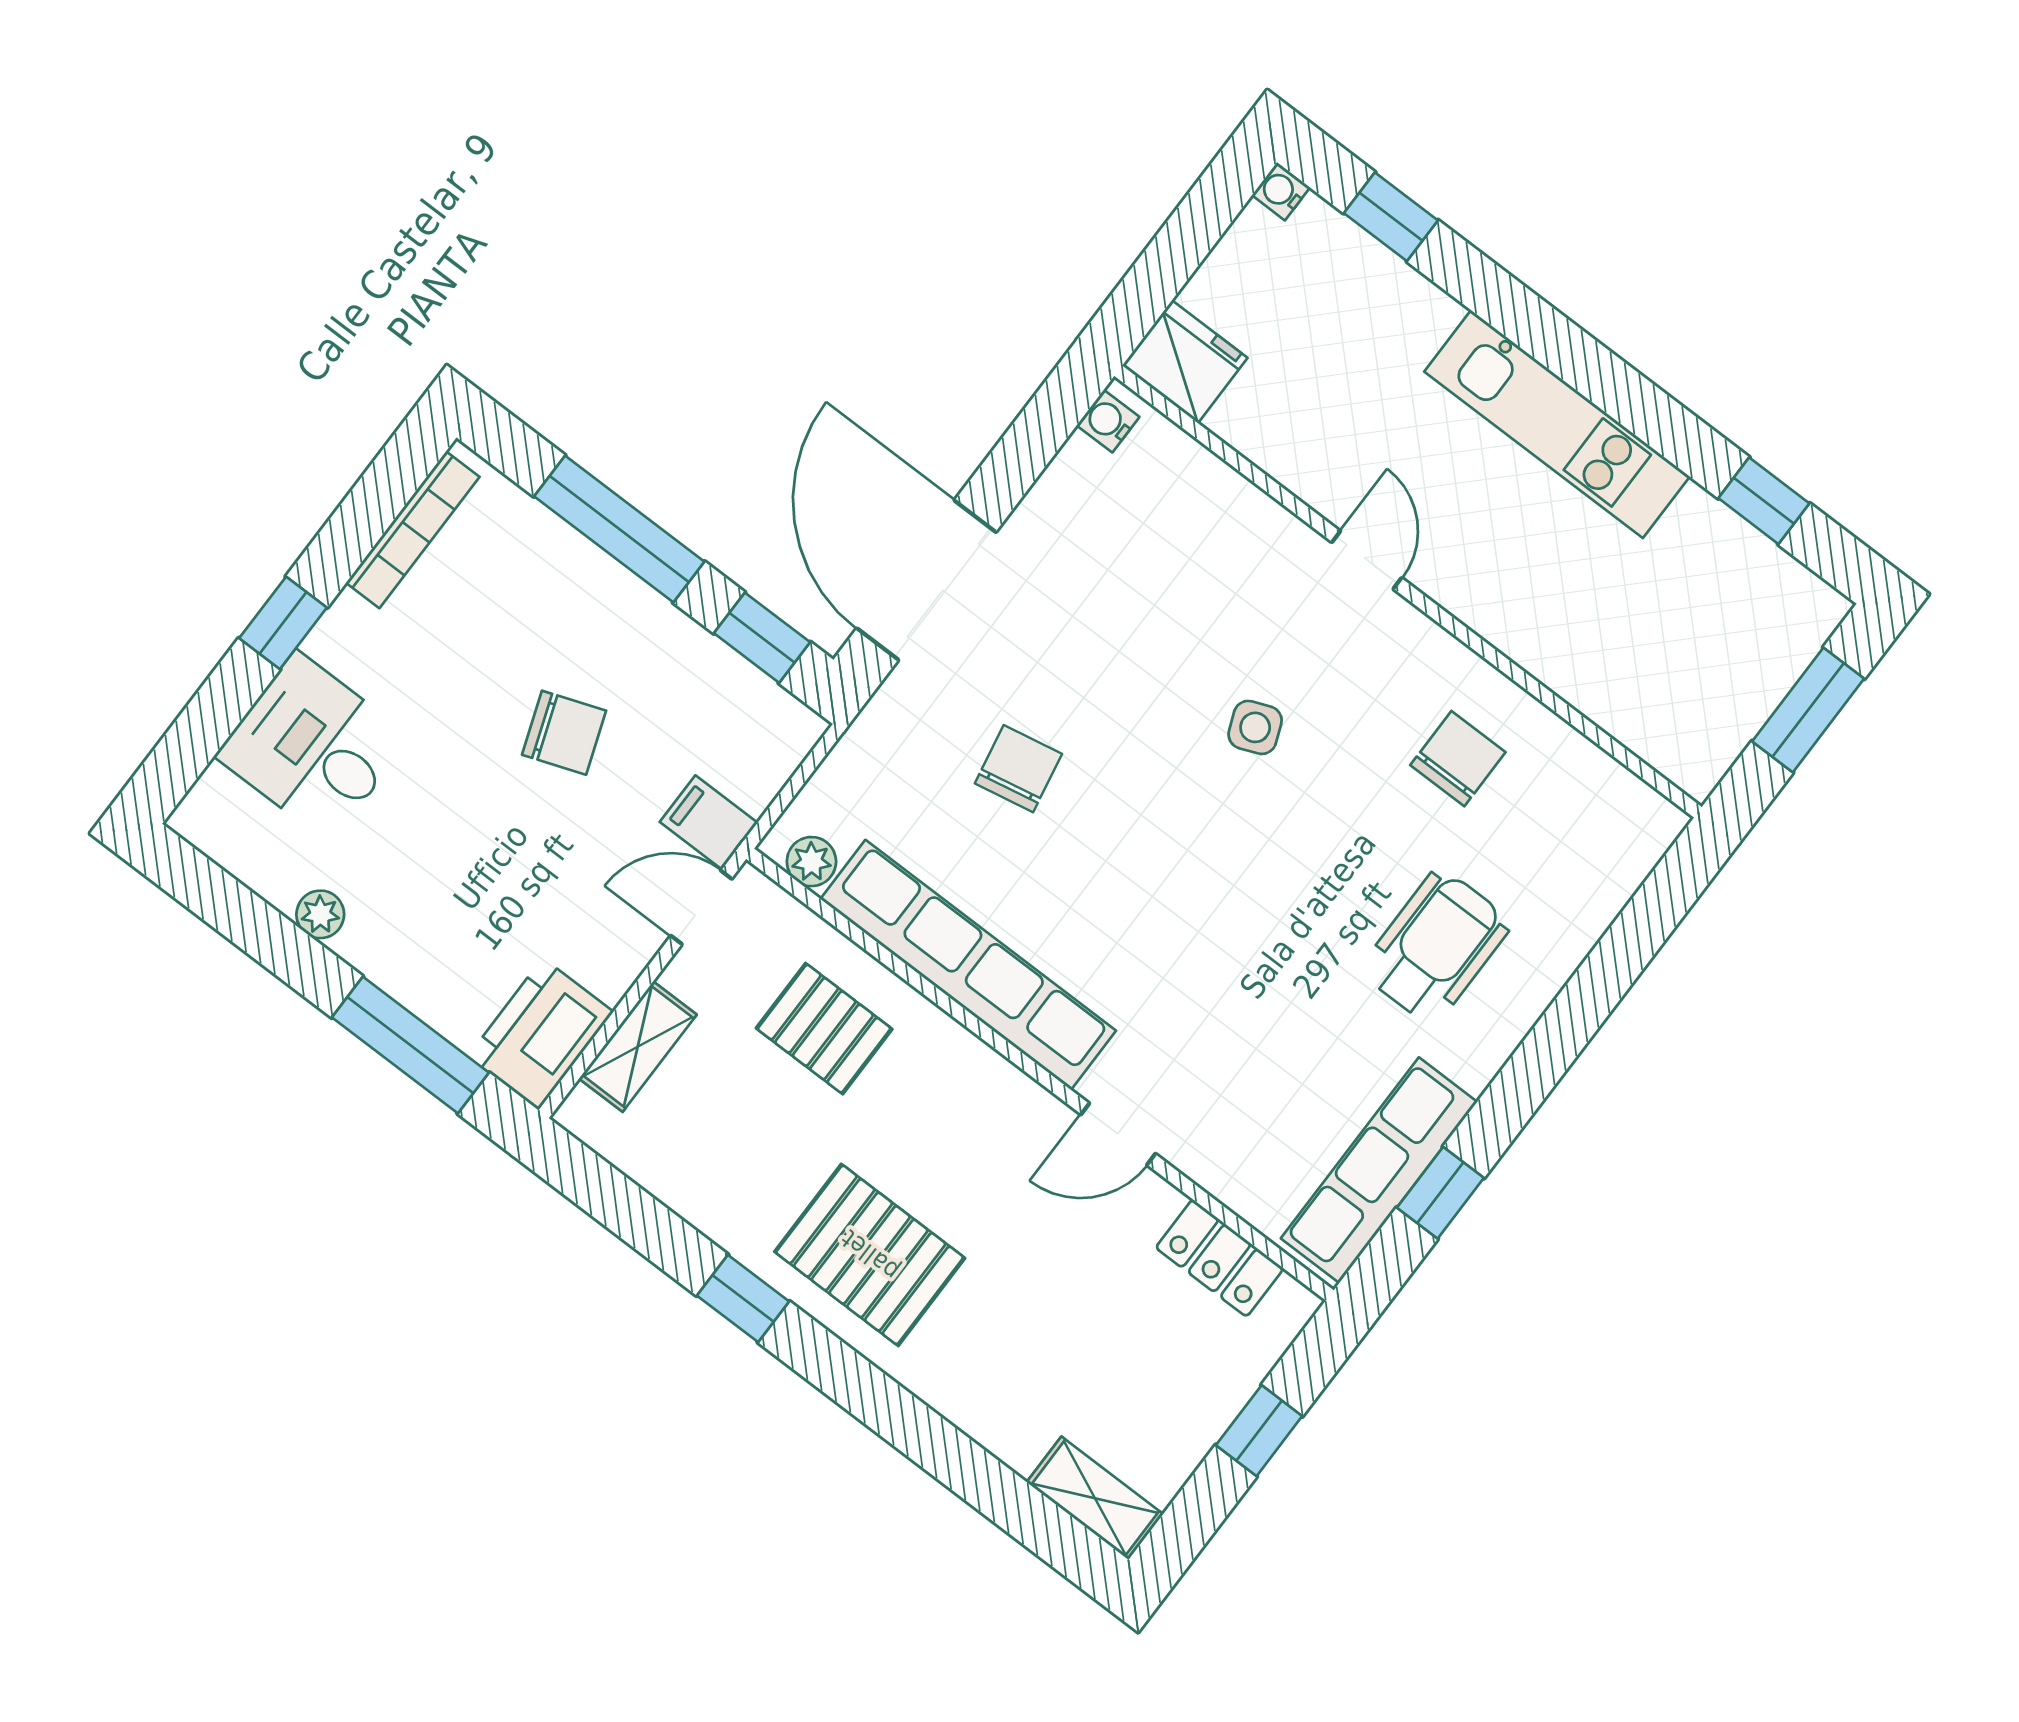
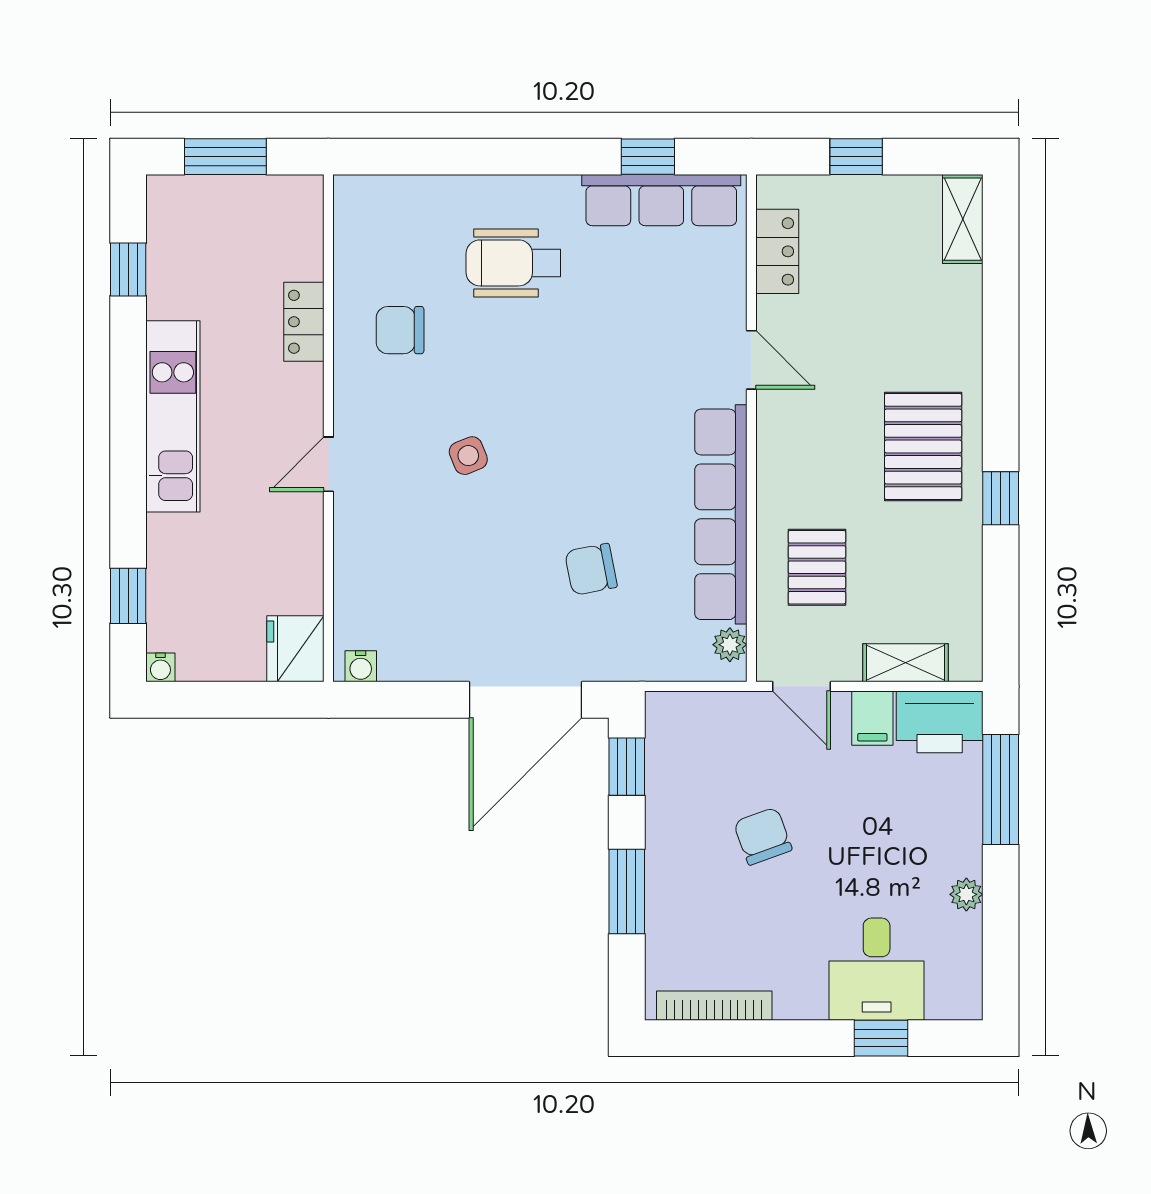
window: (619, 529) -> (627, 891), width x0.69
window: (283, 623) -> (881, 1038), moved
locker: (1551, 656) -> (304, 322), added
filing cabinet: (709, 822) -> (872, 718), moved

